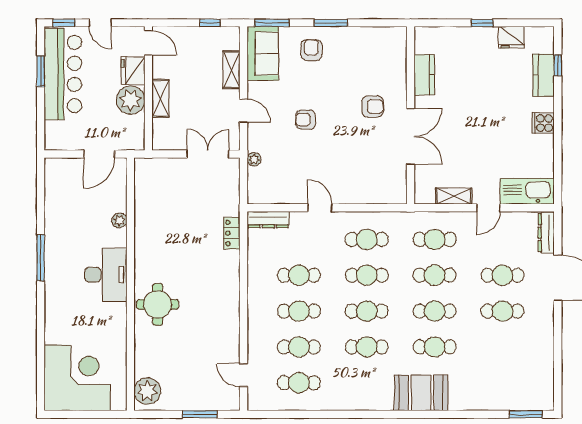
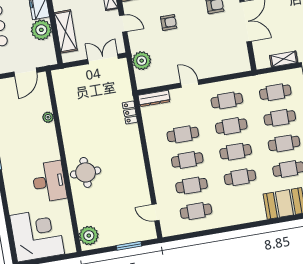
shelving: (160, 98) -> (66, 31), width x1.50, depth x1.33
armchair: (306, 120) -> (169, 22), turned 180
plant: (254, 159) -> (142, 61), width x1.87, depth x1.87
desk: (106, 275) -> (49, 182), moved

